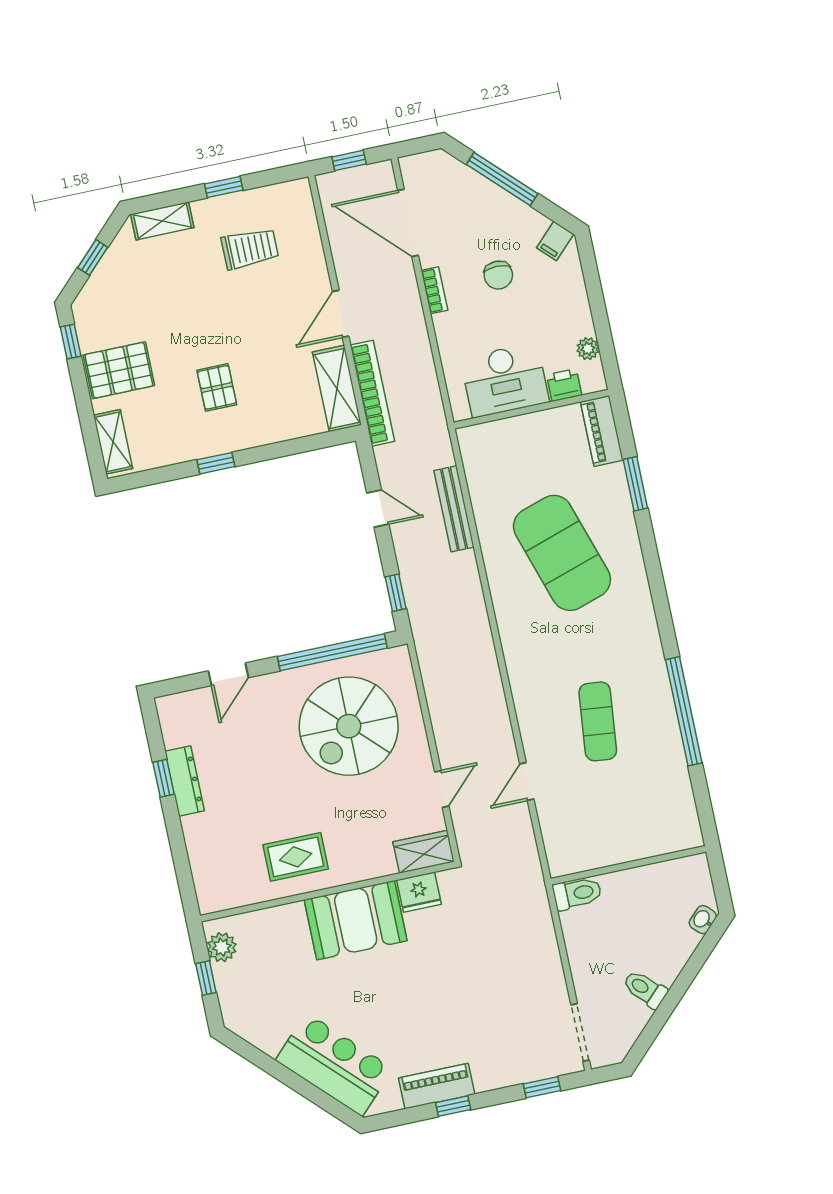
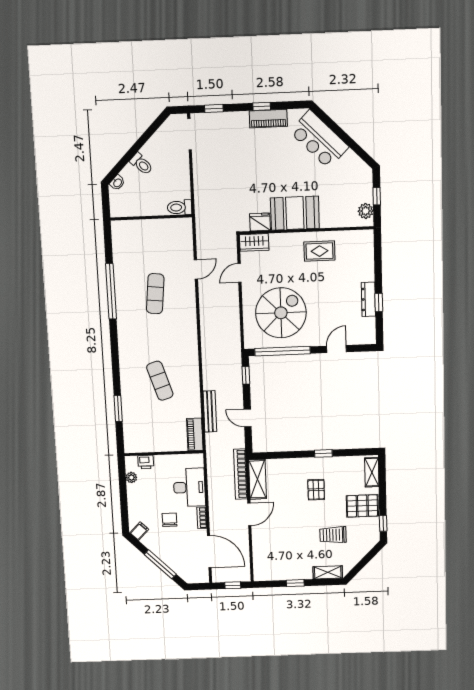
trolley: (250, 249) -> (333, 535), moved
window: (93, 257) -> (365, 561), removed
desk: (505, 380) -> (189, 487), moved, turned 90
piano: (602, 431) -> (195, 434), moved, turned 180
exercise mat: (562, 553) -> (160, 381), width x0.50, depth x0.69
toilet: (645, 989) -> (141, 164), moved

